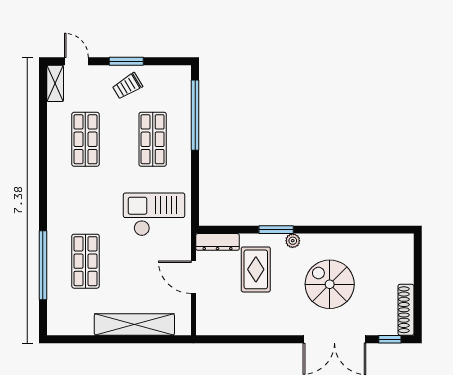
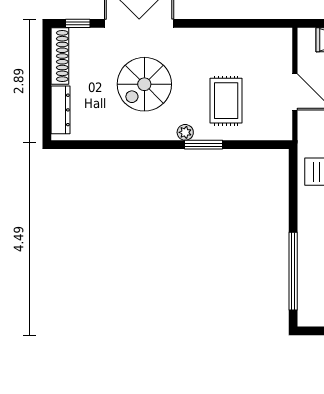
dresser: (218, 242) -> (61, 110), moved, turned 90
spiral stairs: (330, 284) -> (144, 84), turned 90

